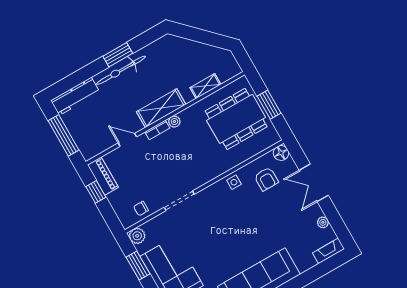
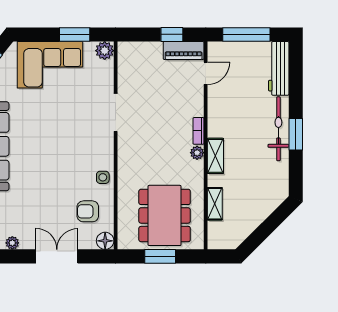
shelving: (161, 108) -> (215, 156), width x0.67, depth x0.75
door: (127, 140) -> (206, 73), moved
chair: (141, 208) -> (130, 70), removed

